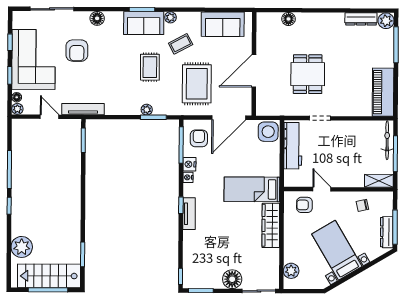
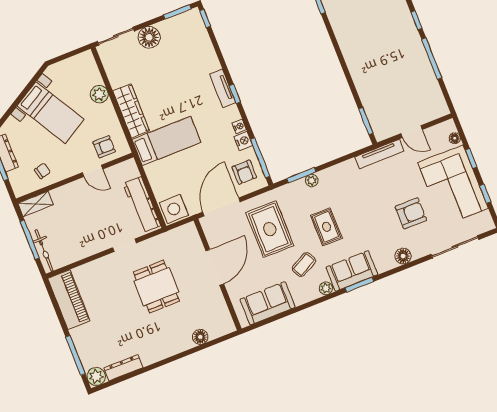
armchair: (77, 51) -> (411, 213), turned 90
plant: (17, 109) -> (449, 126), removed
plant: (291, 271) -> (99, 94), moved

